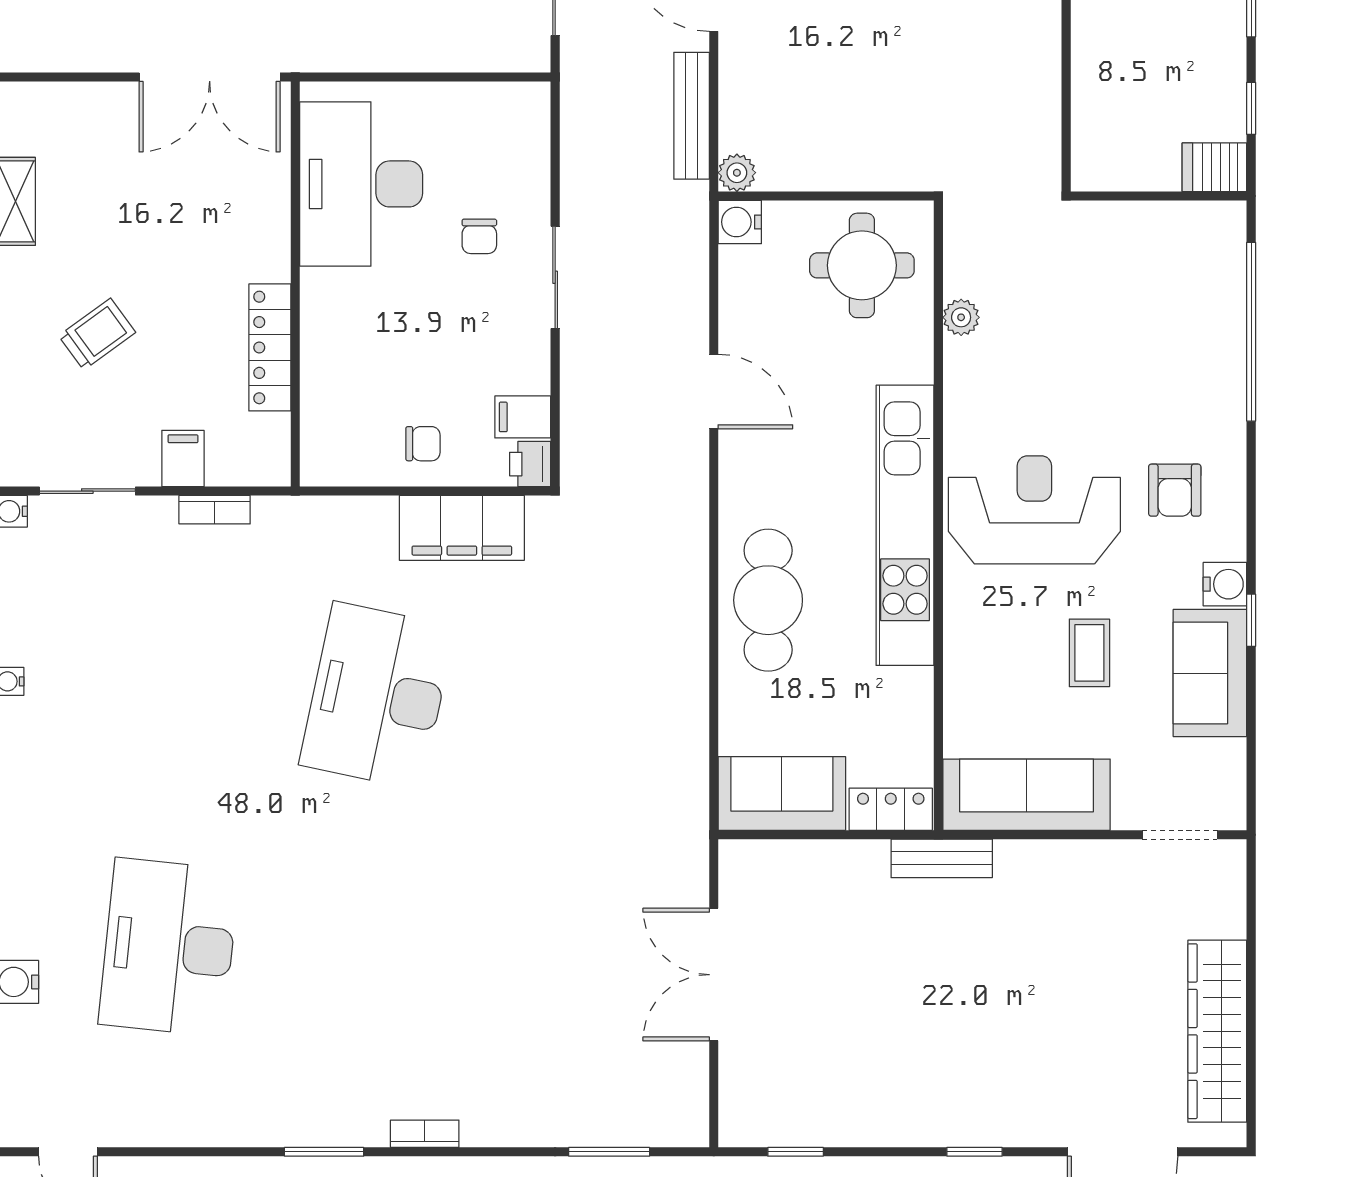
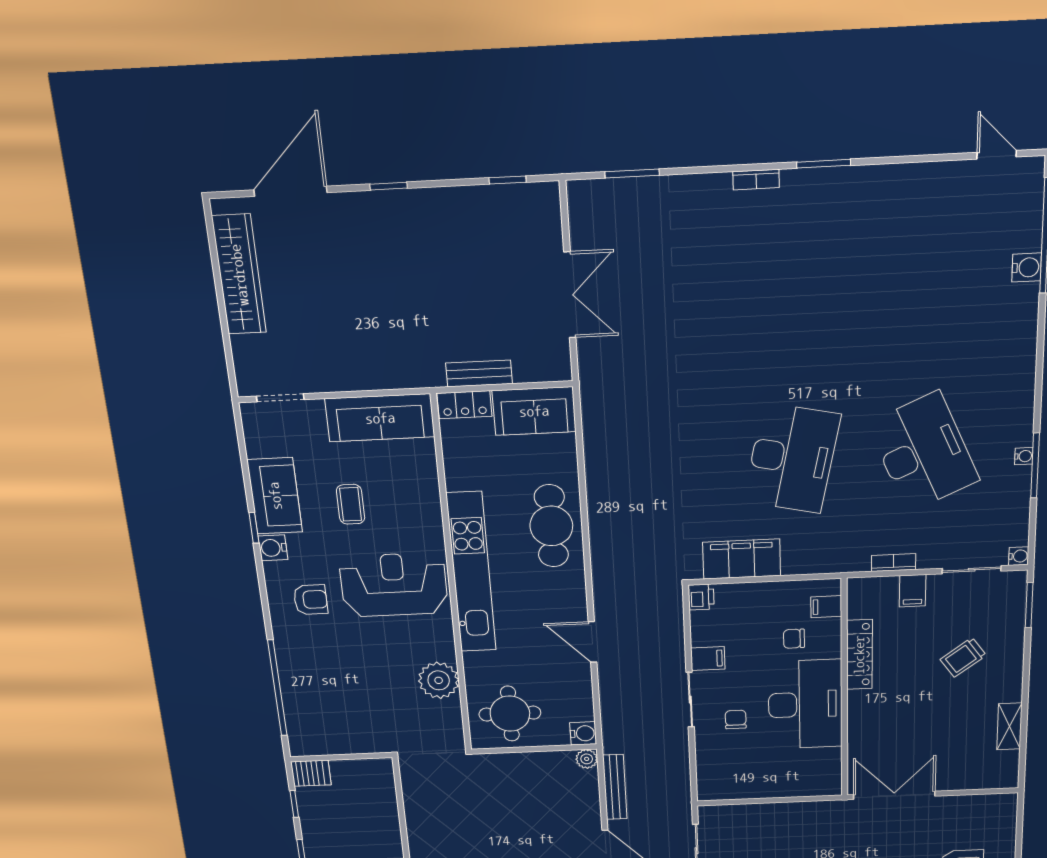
desk: (361, 184) -> (805, 704), moved
plant: (961, 317) -> (439, 680), width x1.87, depth x1.87
filing cabinet: (523, 417) -> (708, 659), moved
filing cabinet: (325, 437) -> (826, 607), added
chair: (423, 444) -> (794, 639), moved
armchair: (1175, 490) -> (311, 600), turned 90
reception desk: (1034, 510) -> (394, 585), turned 180
bench: (942, 858) -> (479, 373), moved
desk: (169, 947) -> (923, 452), moved, turned -30

